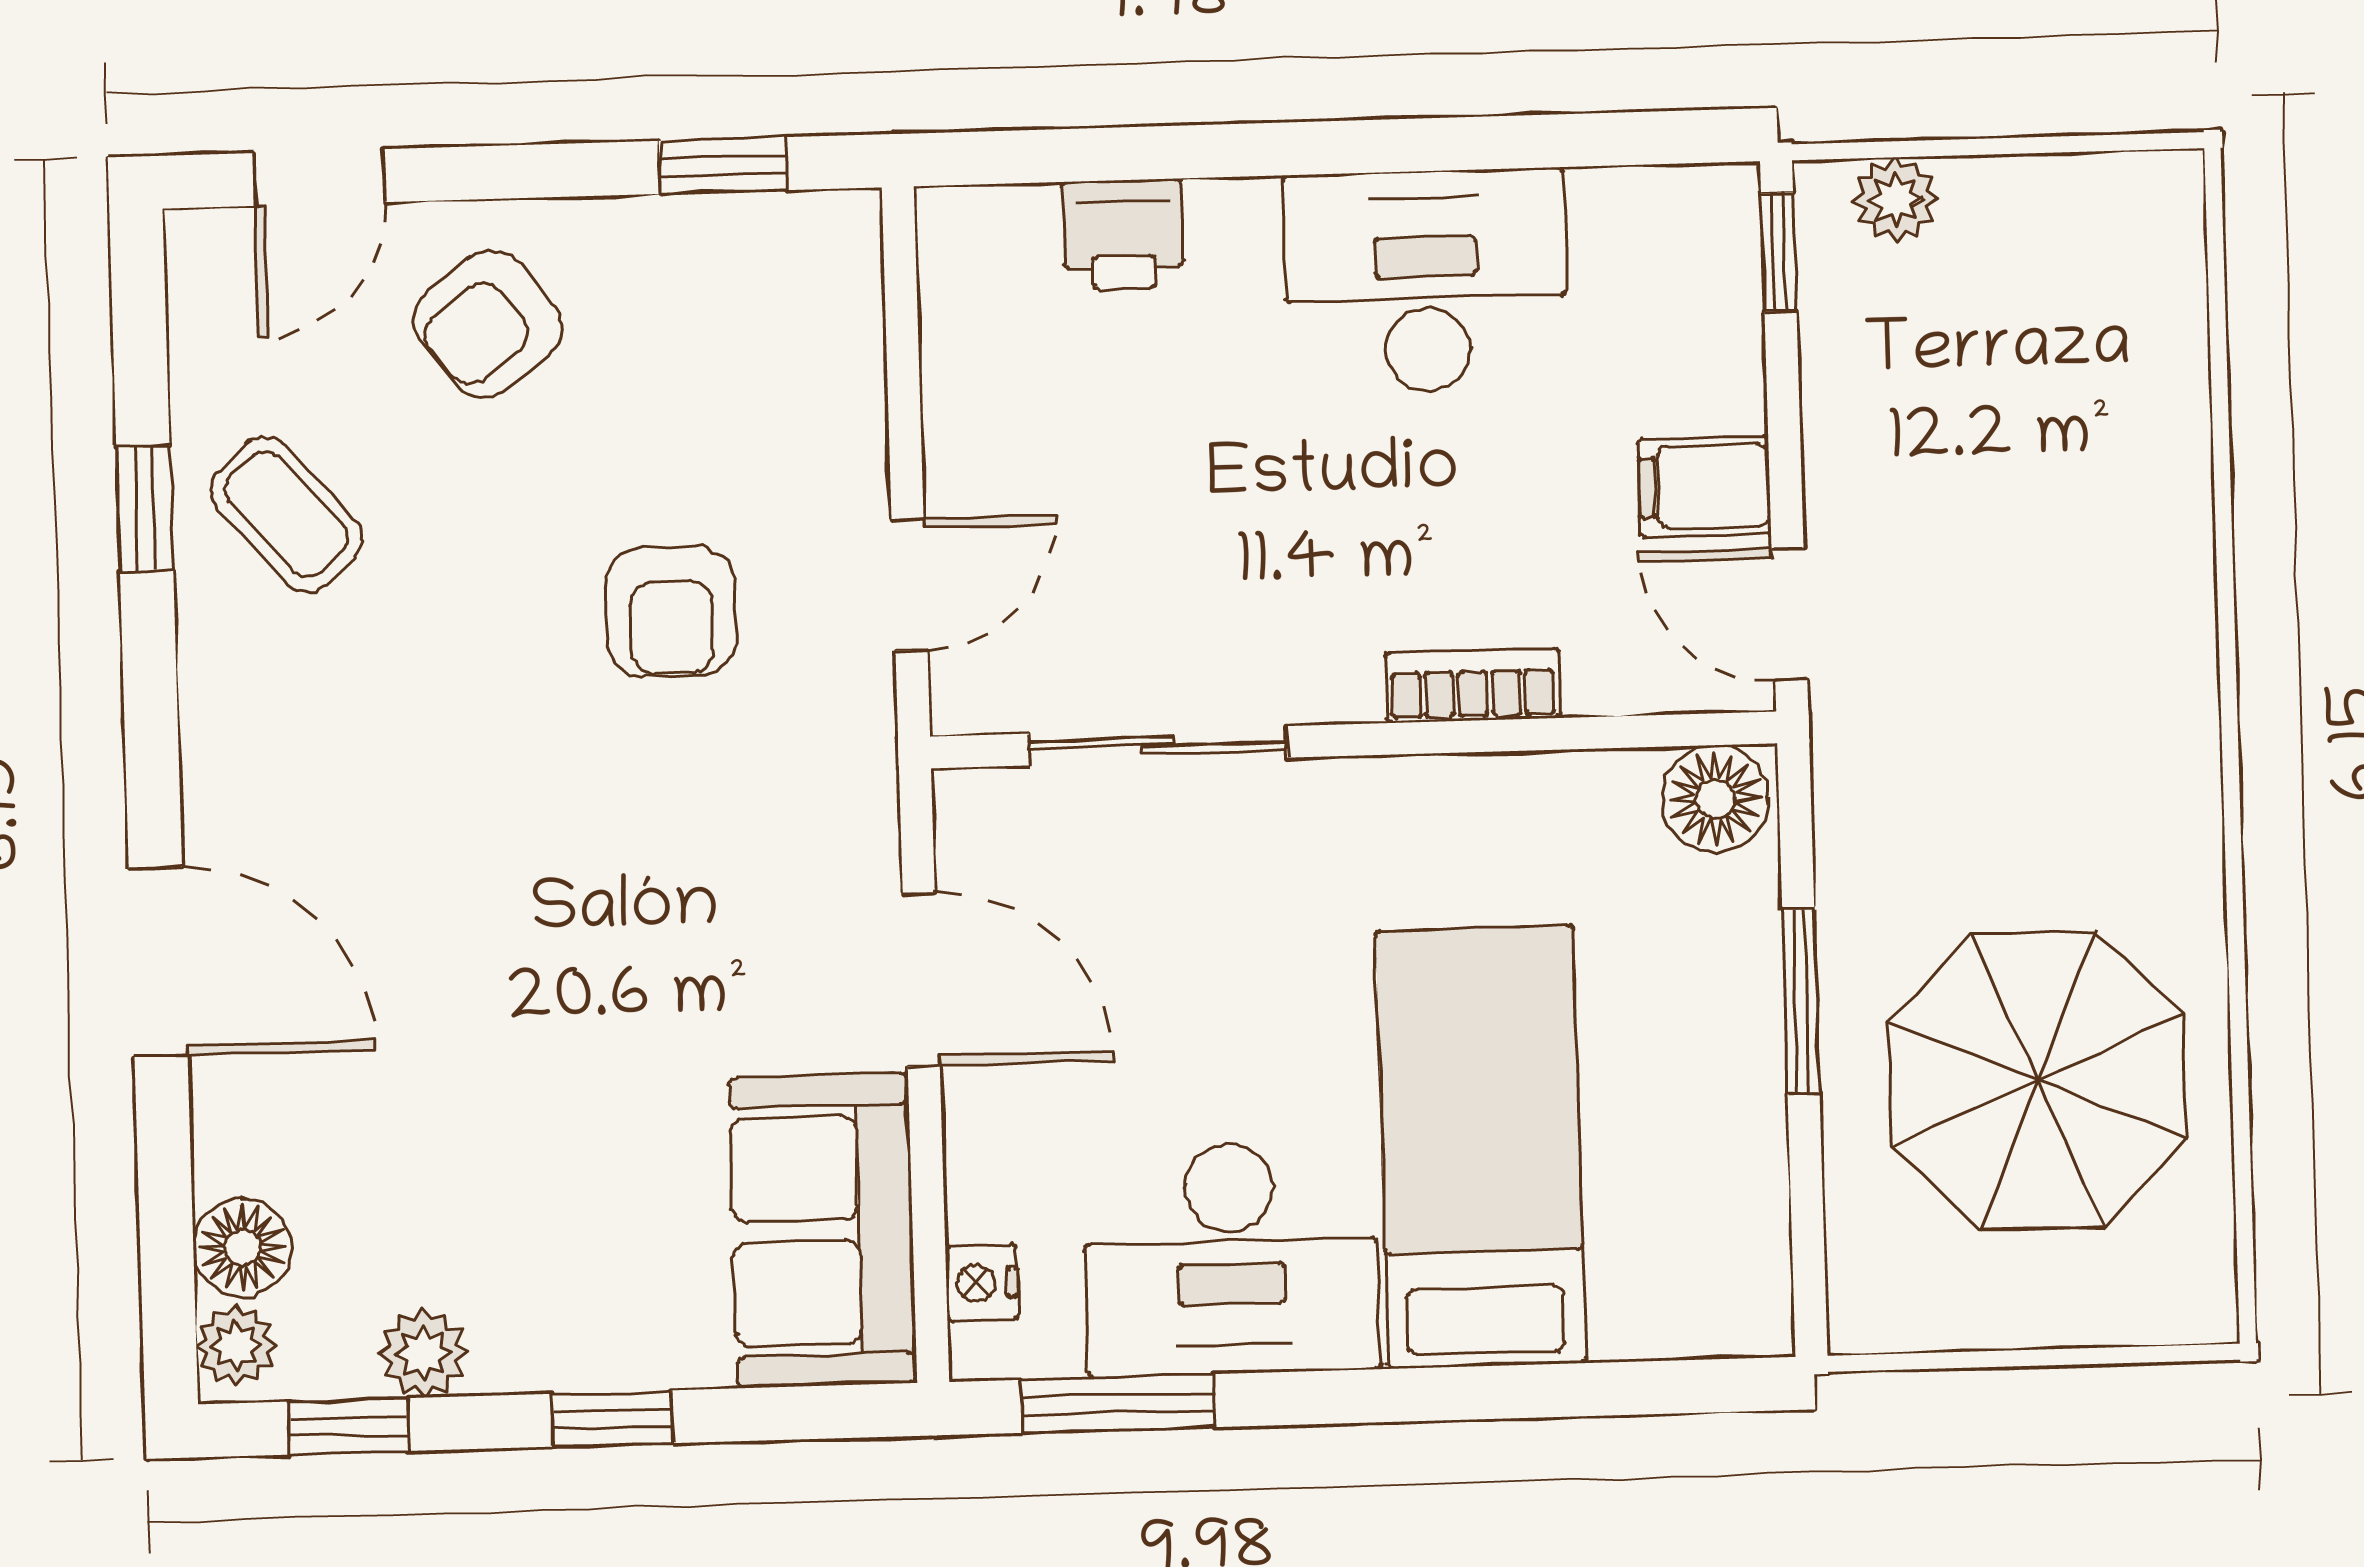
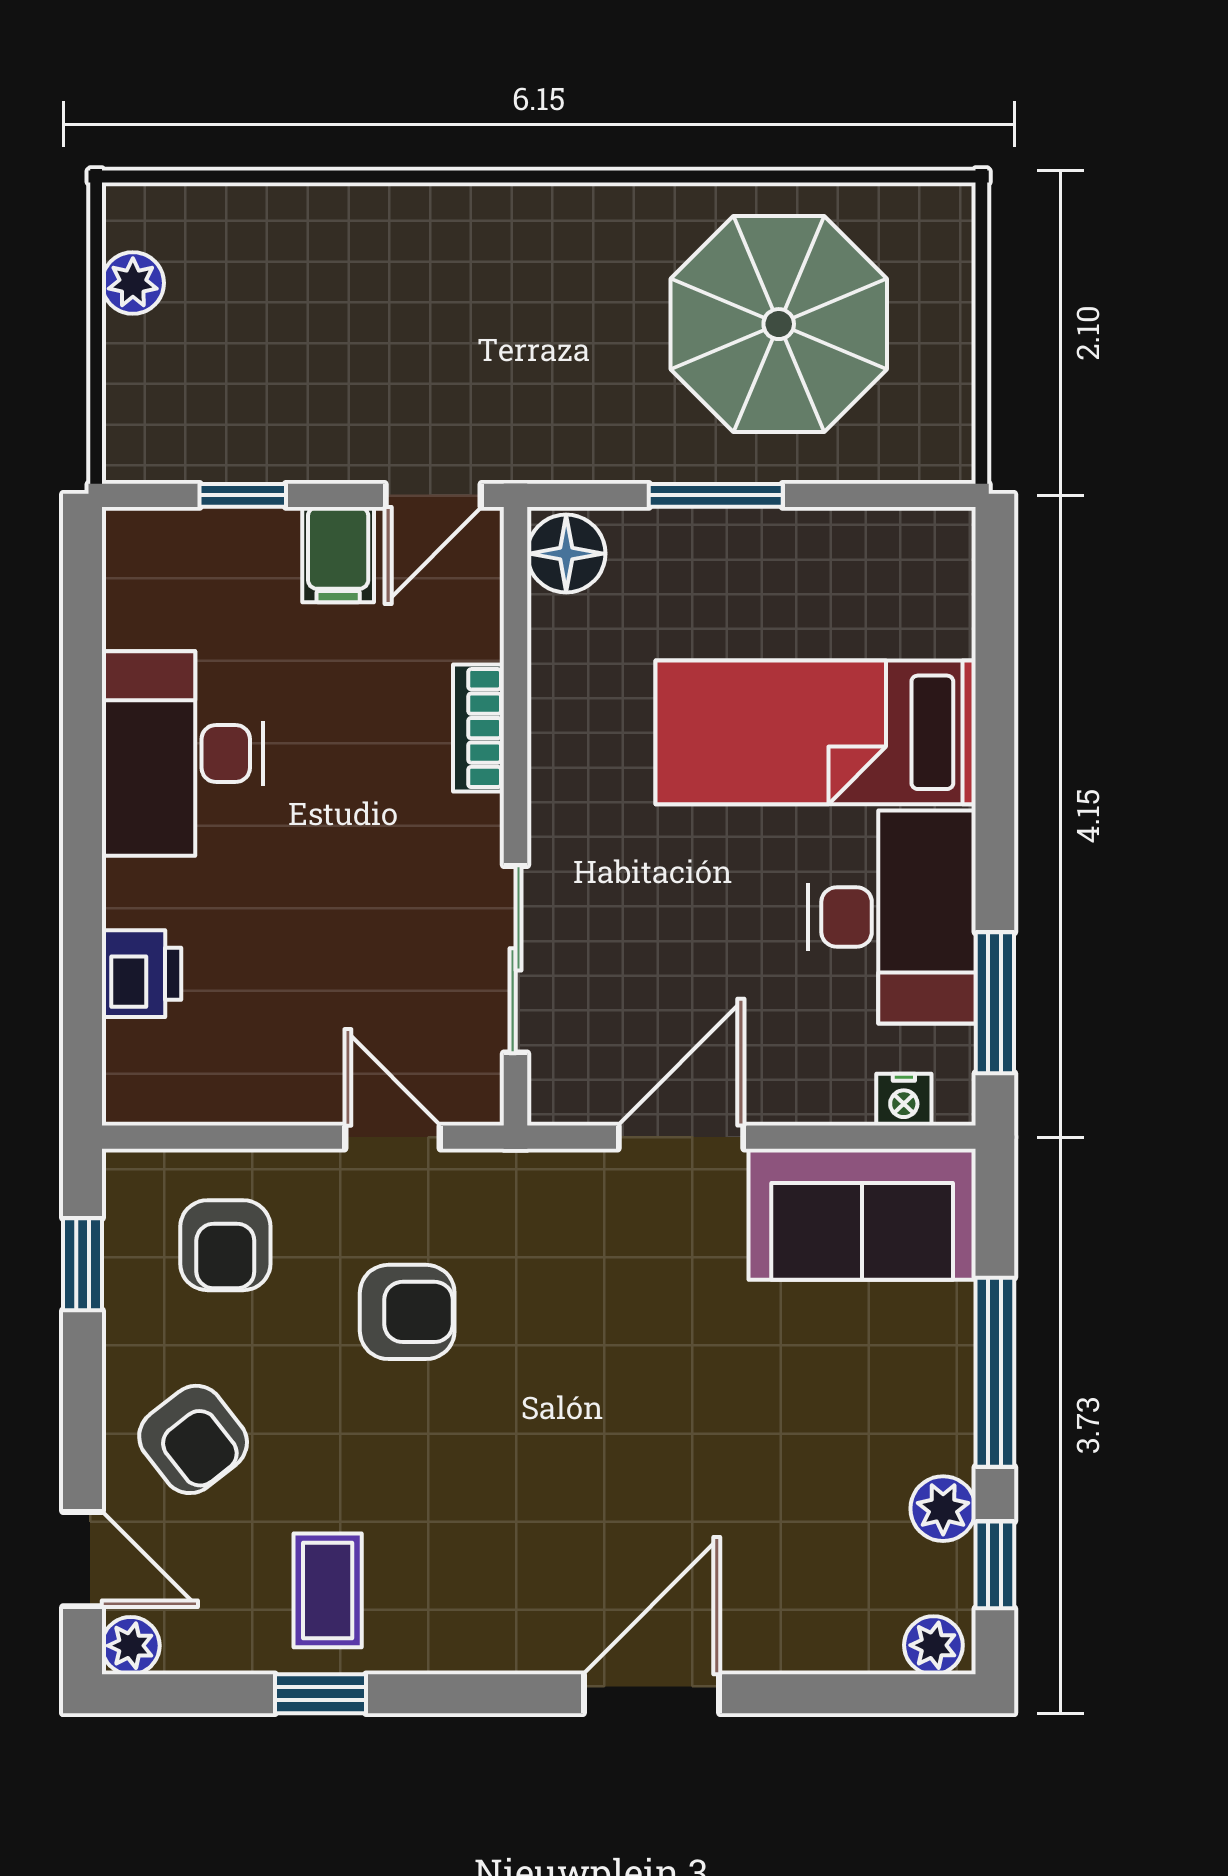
plant: (1896, 200) -> (133, 283), moved
plant: (203, 247) -> (131, 1646), added
window: (1779, 252) -> (243, 495), moved
armchair: (755, 360) -> (225, 1245), added
coffee table: (286, 514) -> (328, 1590), turned -49
floor lamp: (242, 1248) -> (862, 1639), removed
window: (612, 1418) -> (995, 1372), width x2.17

